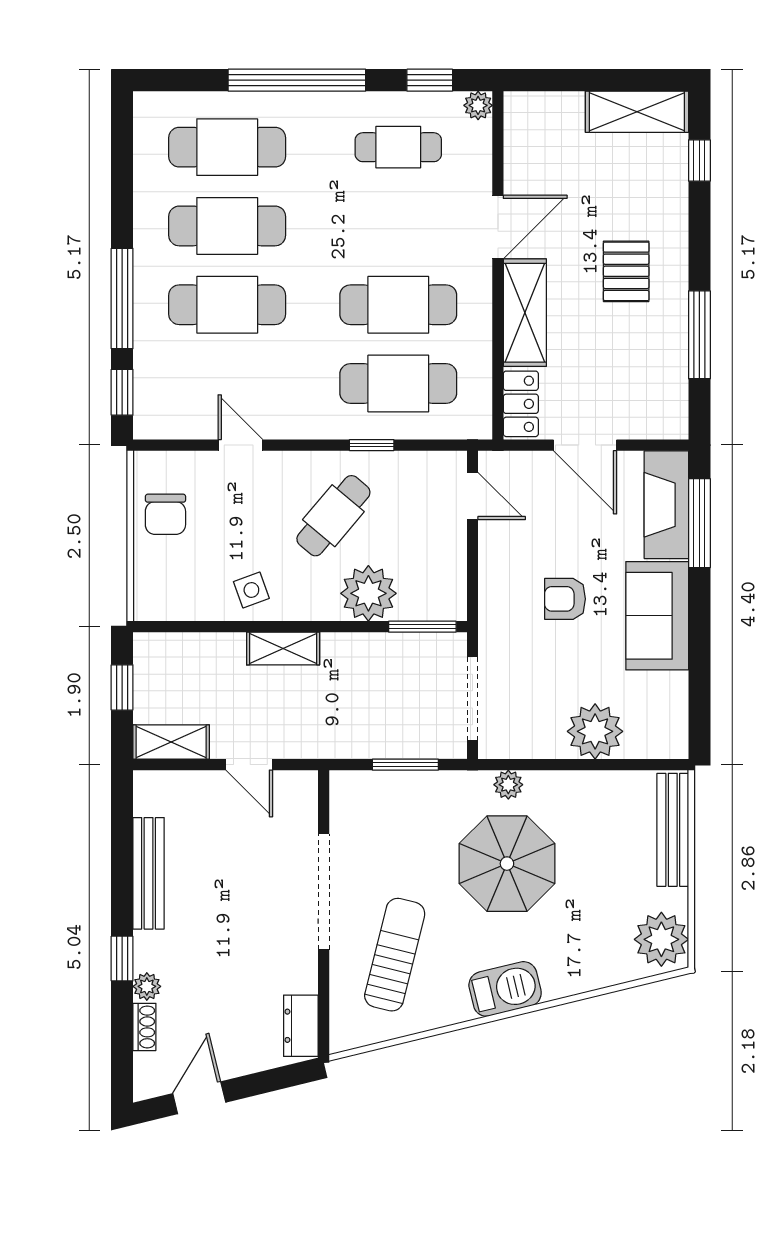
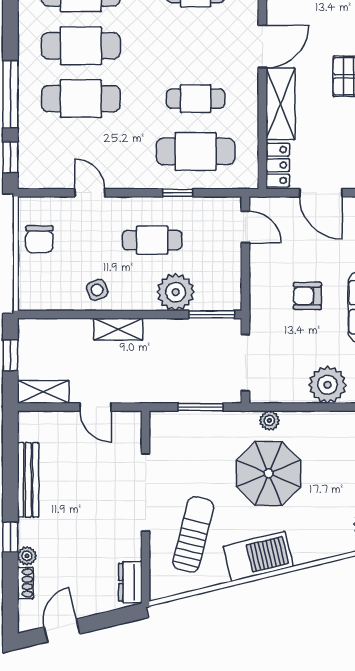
cafe table: (398, 305) -> (196, 99), width x0.73, depth x0.74
cafe table: (333, 516) -> (152, 240), turned 50
barbecue: (505, 989) -> (258, 556), width x1.37, depth x1.21

